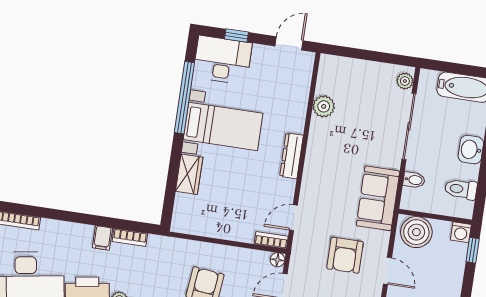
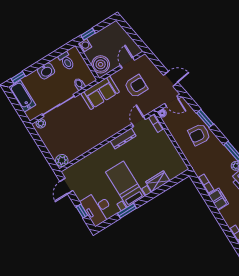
door: (289, 43) -> (66, 186), hinge flipped
window: (184, 98) -> (127, 211), width x0.47
plant: (324, 106) -> (62, 160), moved
dresser: (291, 156) -> (123, 138), moved
door: (293, 218) -> (139, 122), swing flipped
filing cabinet: (102, 238) -> (218, 199), width x2.00

